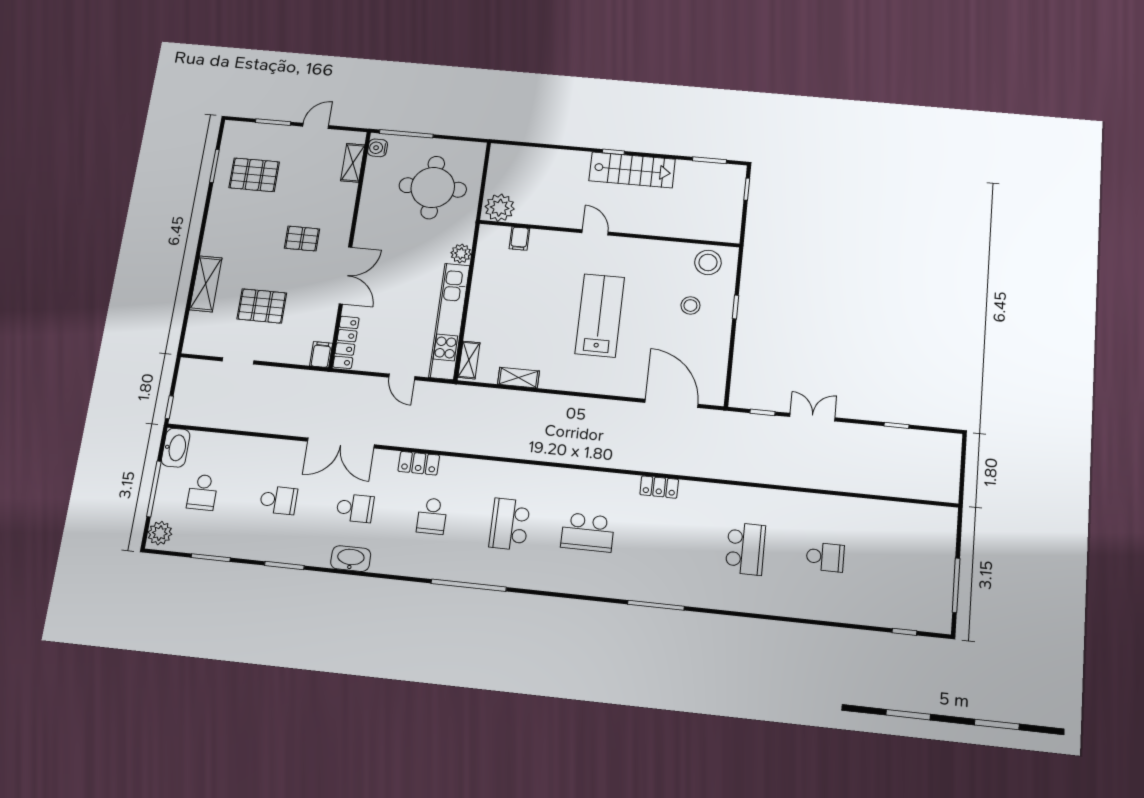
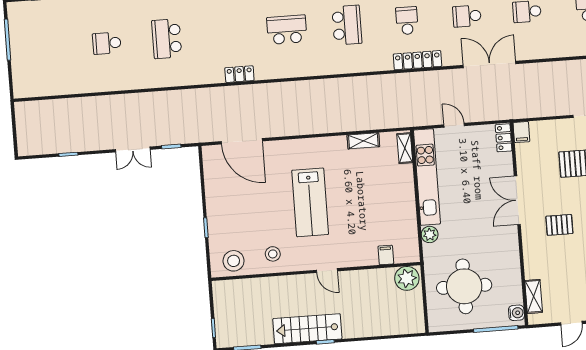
stool: (690, 306) -> (273, 254), moved
locker: (346, 342) -> (504, 138), width x0.66
locker: (419, 463) -> (417, 60), width x1.53

